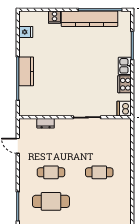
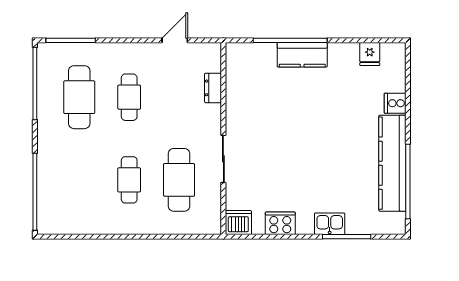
kitchen sink: (125, 66) -> (330, 224), moved
cafe table: (99, 143) -> (179, 180), added

